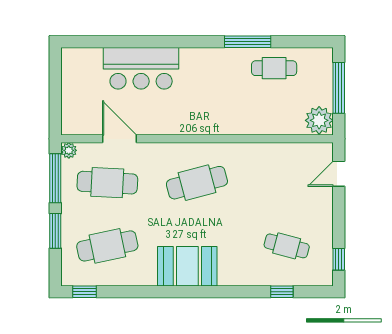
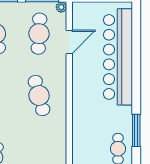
bar counter: (141, 68) -> (118, 57), width x1.86

